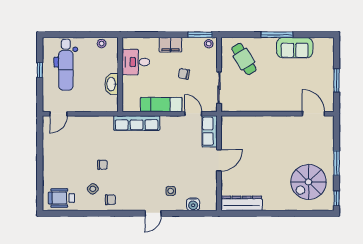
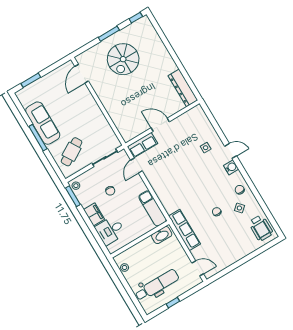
sofa: (295, 48) -> (43, 123), width x1.36
desk: (136, 62) -> (110, 230), moved, turned 90
window: (337, 80) -> (31, 80), moved
washbasin: (112, 84) -> (162, 235), moved
exam couch: (161, 105) -> (152, 208), moved
row of seats: (137, 123) -> (184, 230), moved
spiral stairs: (309, 182) -> (123, 59), moved, turned 90
water cooler: (193, 204) -> (231, 167), moved

